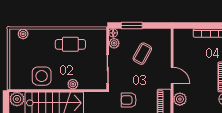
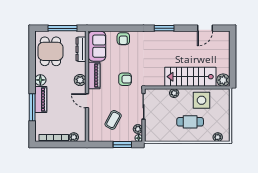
plant: (187, 34) -> (74, 137), added
cafe table: (70, 44) -> (190, 122), moved

